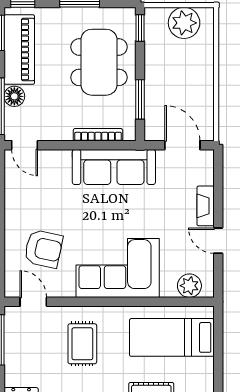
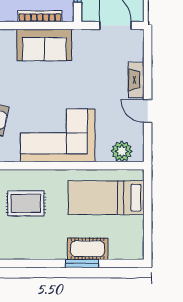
sofa: (114, 167) -> (44, 45), width x0.73
rug: (82, 344) -> (26, 203), turned 90

